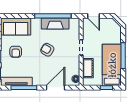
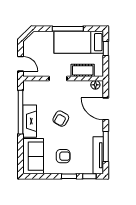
door: (94, 16) -> (21, 64), hinge flipped
fireplace: (55, 23) -> (30, 121), moved

